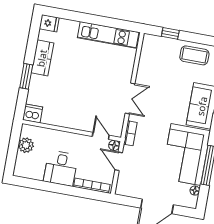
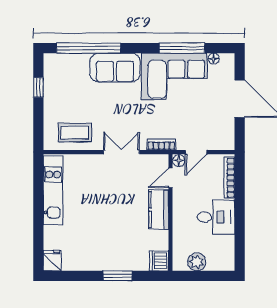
window: (170, 33) -> (38, 87), moved
coffee table: (194, 55) -> (75, 132), moved, turned 90
kitchen counter: (42, 58) -> (159, 210), moved, turned -90

